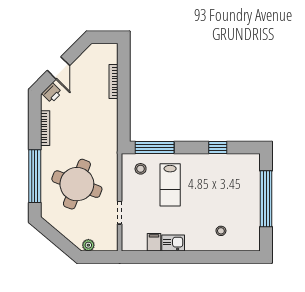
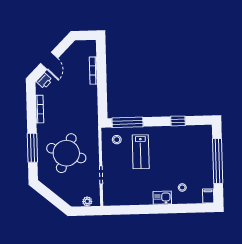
window: (35, 176) -> (32, 148), width x0.68
filing cabinet: (154, 242) -> (208, 196), moved
kitchen sink: (173, 243) -> (162, 198), moved
plant: (88, 245) -> (87, 201), moved

